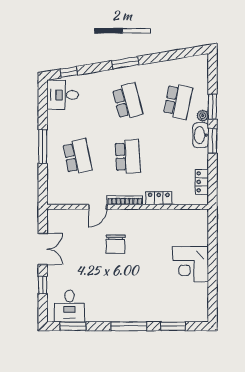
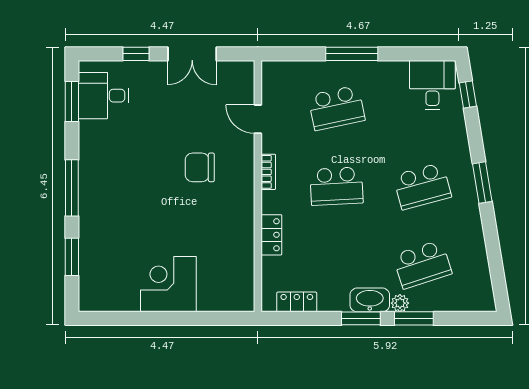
school desk: (178, 101) -> (422, 264), turned -30
bookcase: (125, 200) -> (268, 172), width x0.64
door: (98, 207) -> (258, 119), moved

